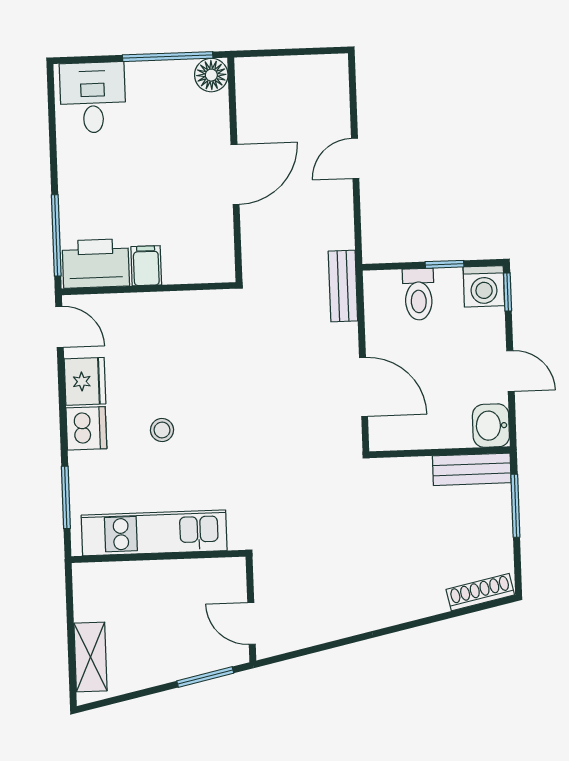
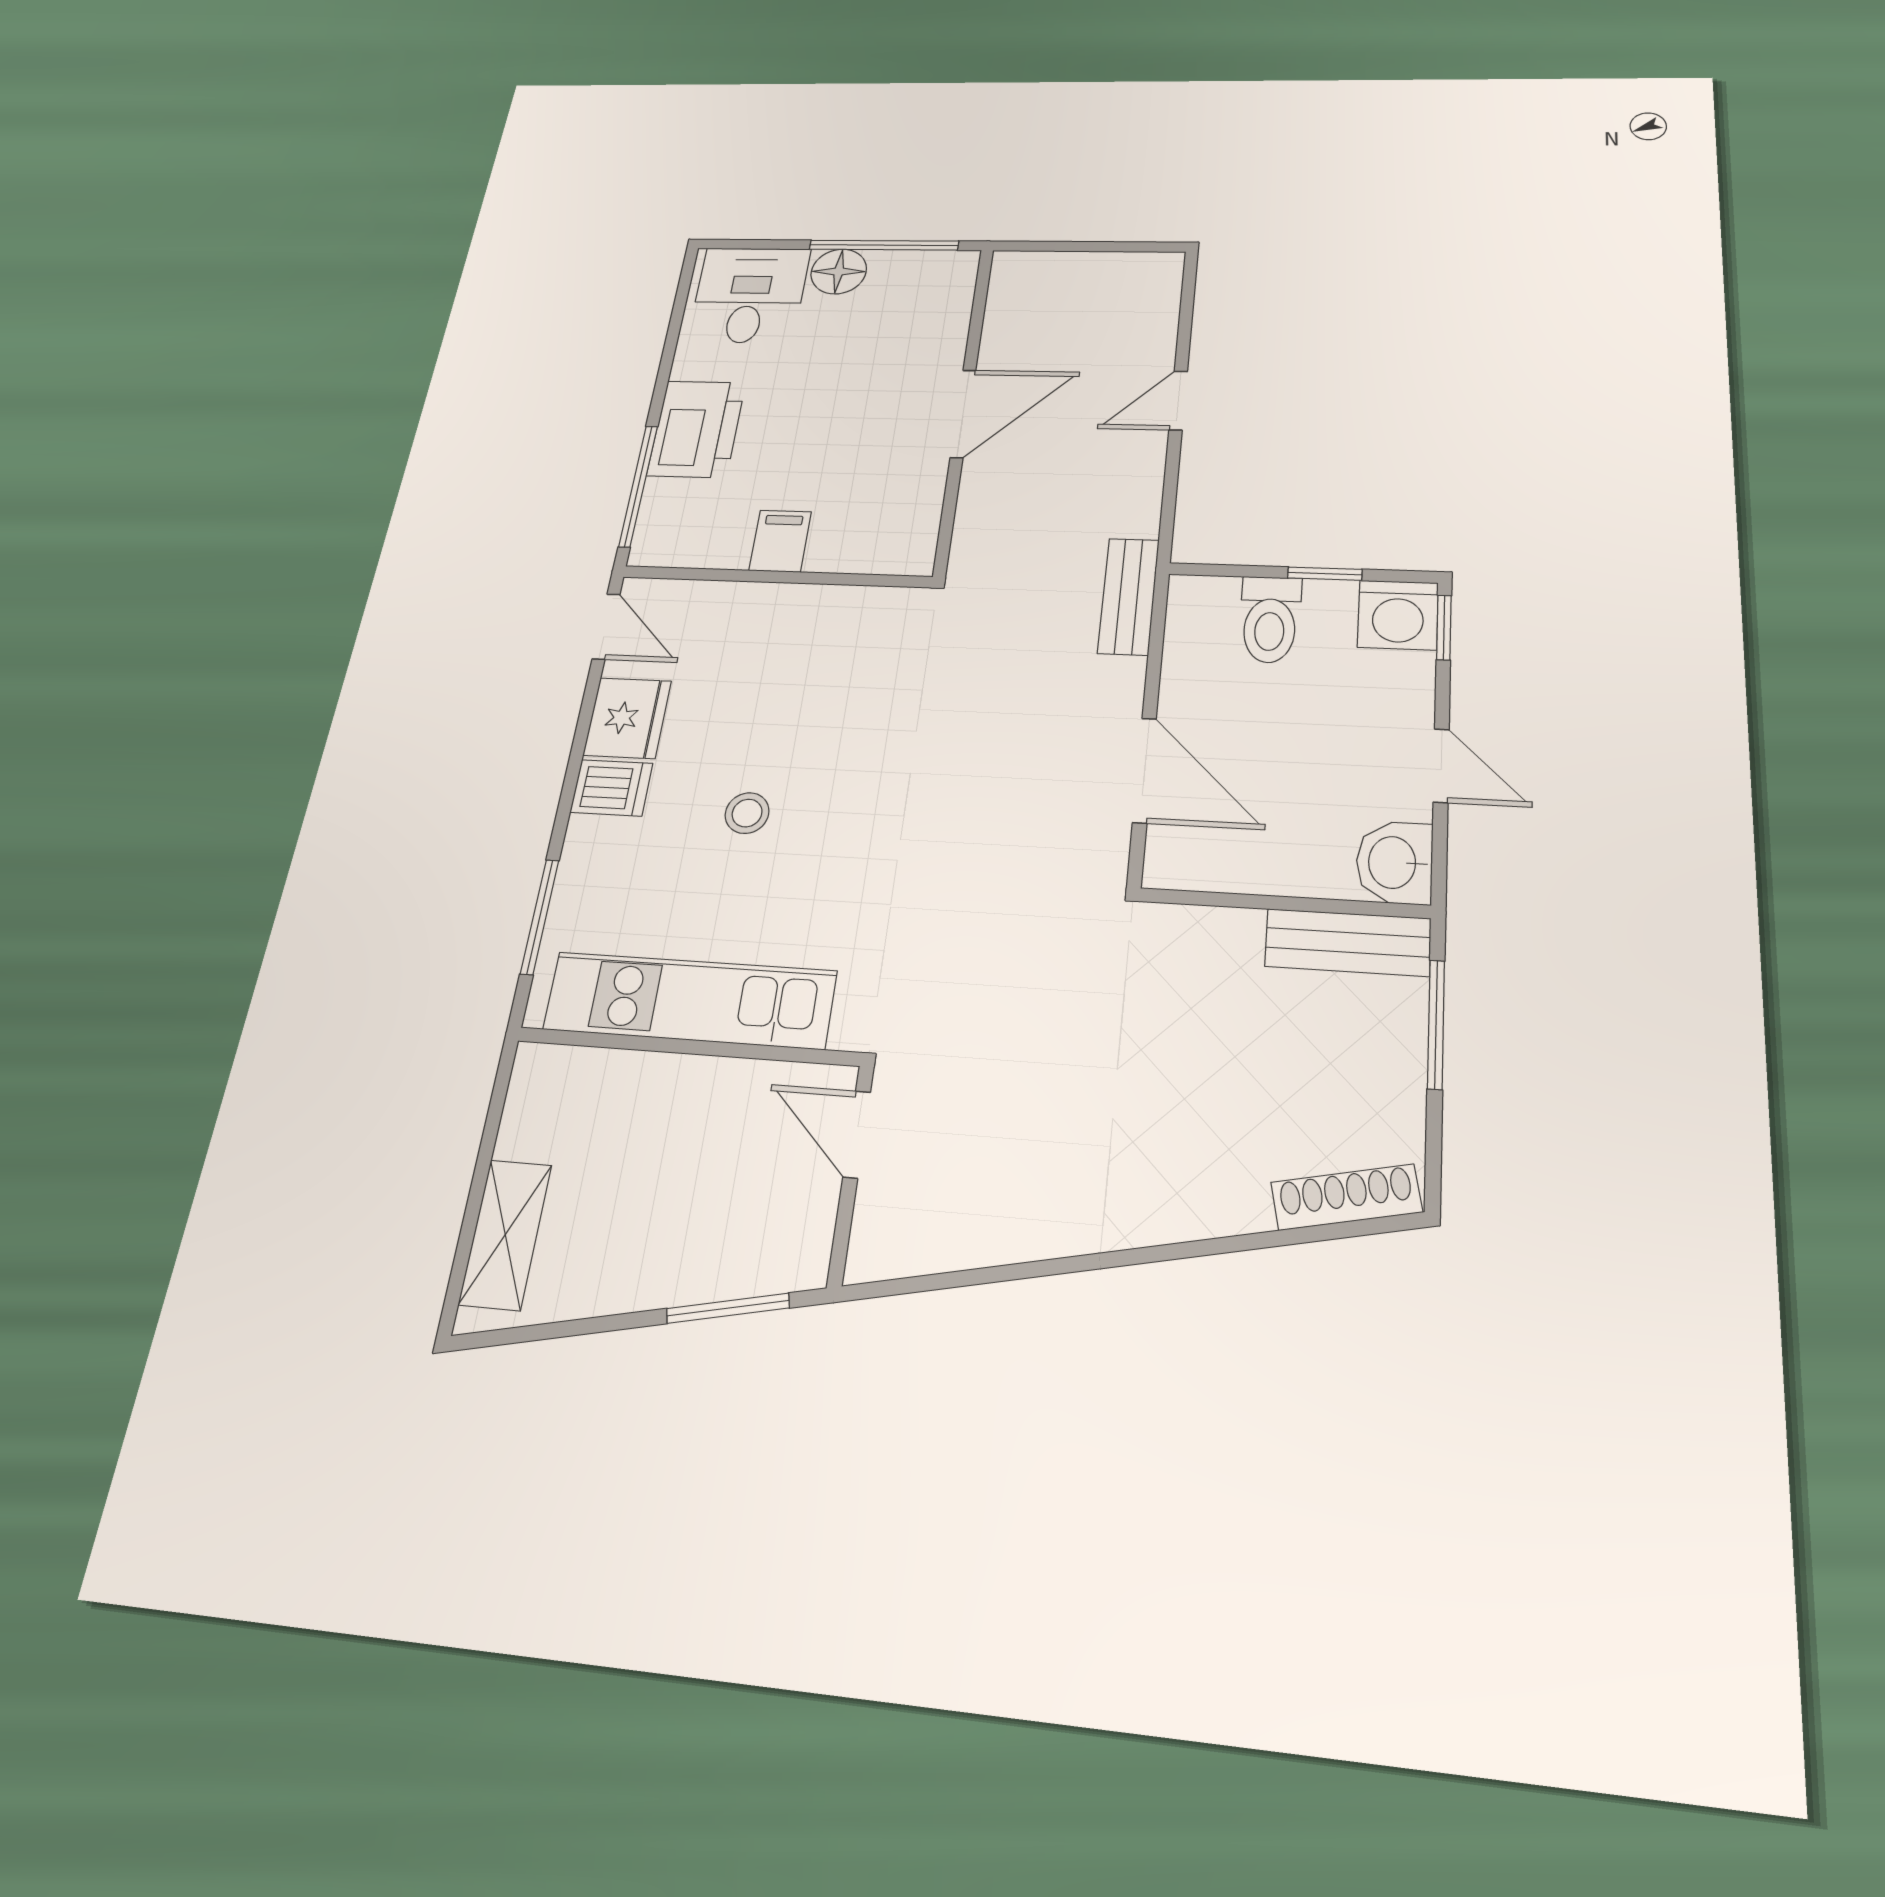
floor lamp: (211, 75) -> (839, 272), moved
printer: (96, 263) -> (697, 429), moved, turned 90
dishwasher: (86, 428) -> (611, 788), width x0.73
door: (251, 623) -> (857, 1134), moved

